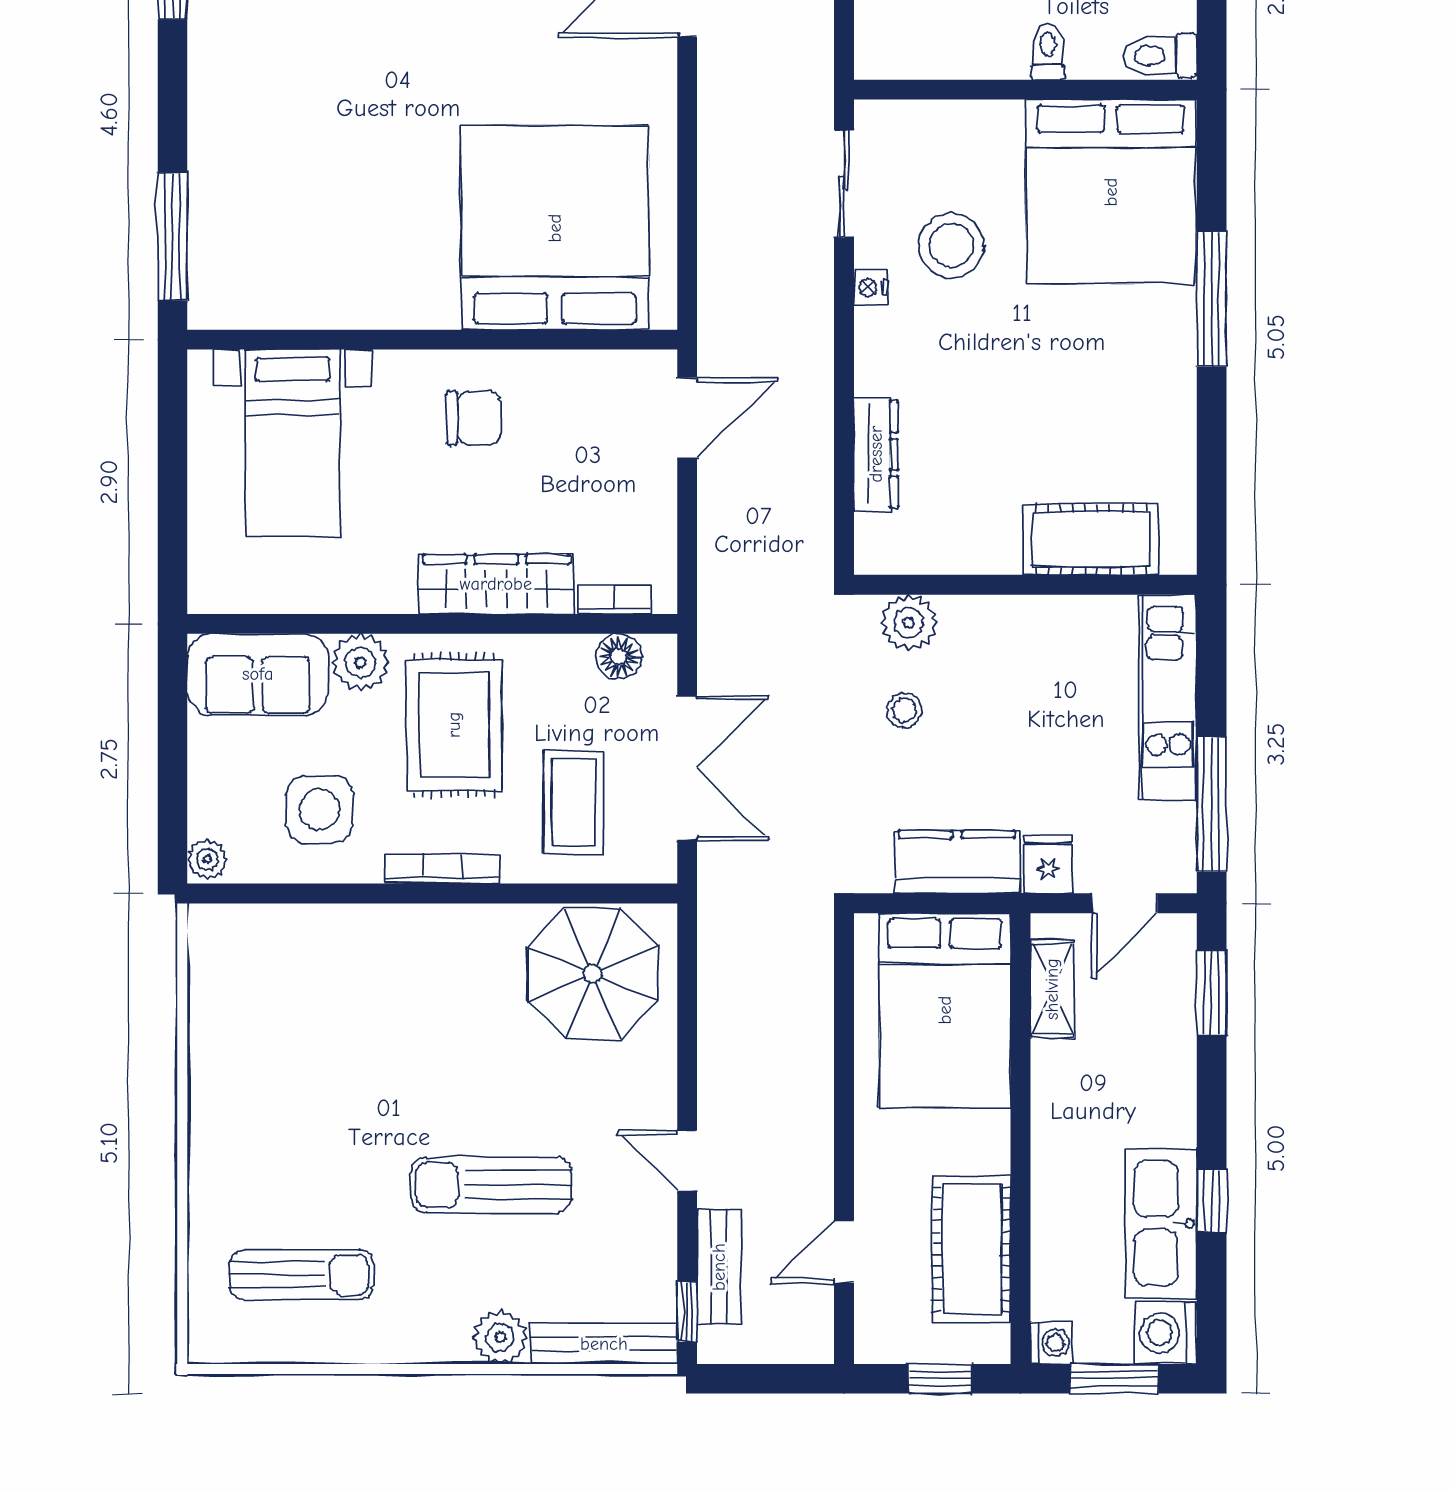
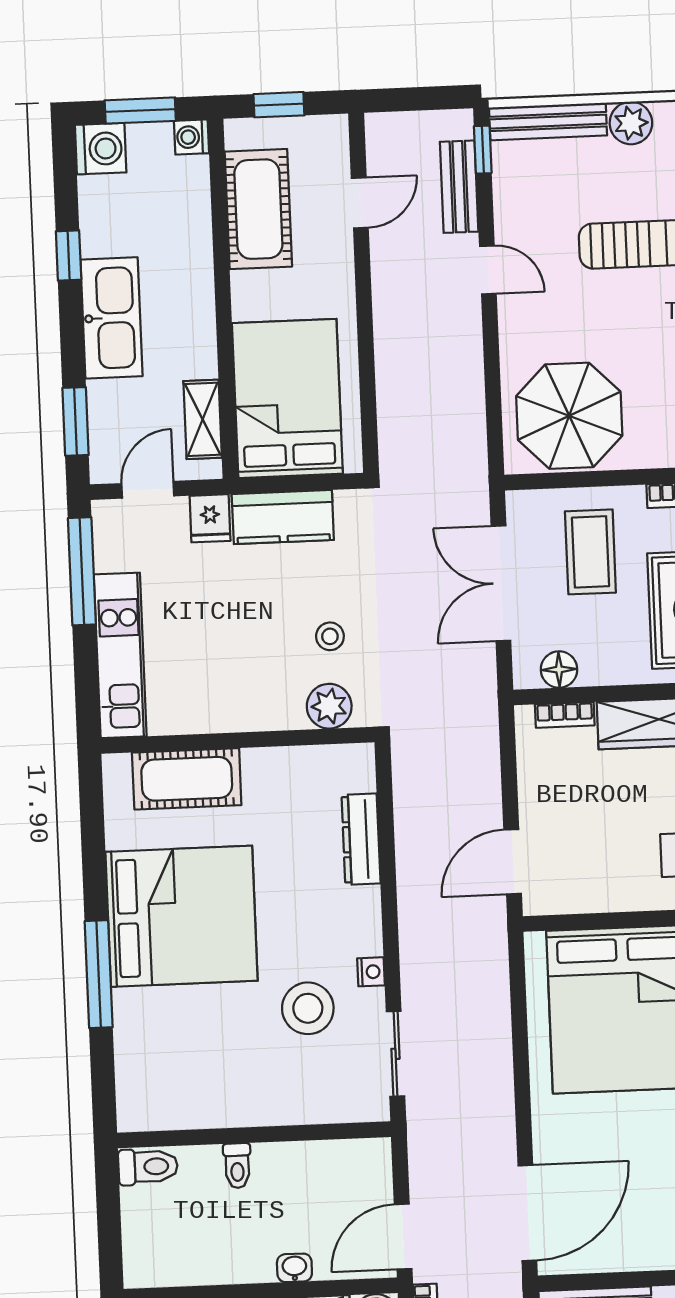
bed: (1111, 192) -> (182, 916), moved, turned 90
kitchen sink: (1161, 1223) -> (112, 318), moved

